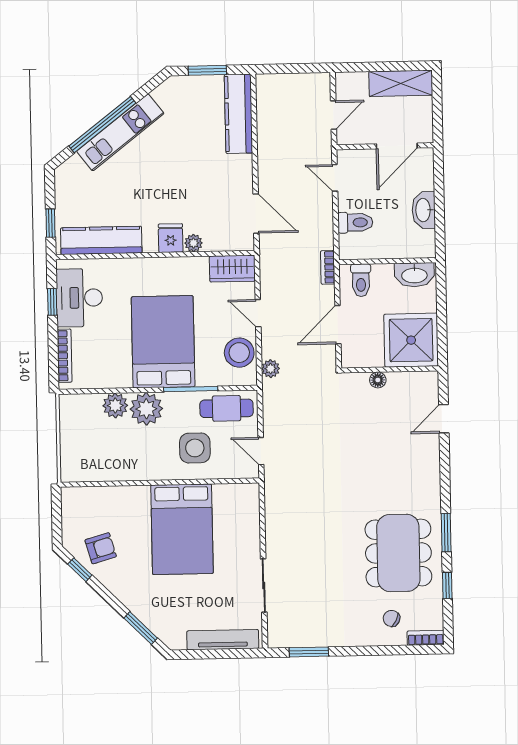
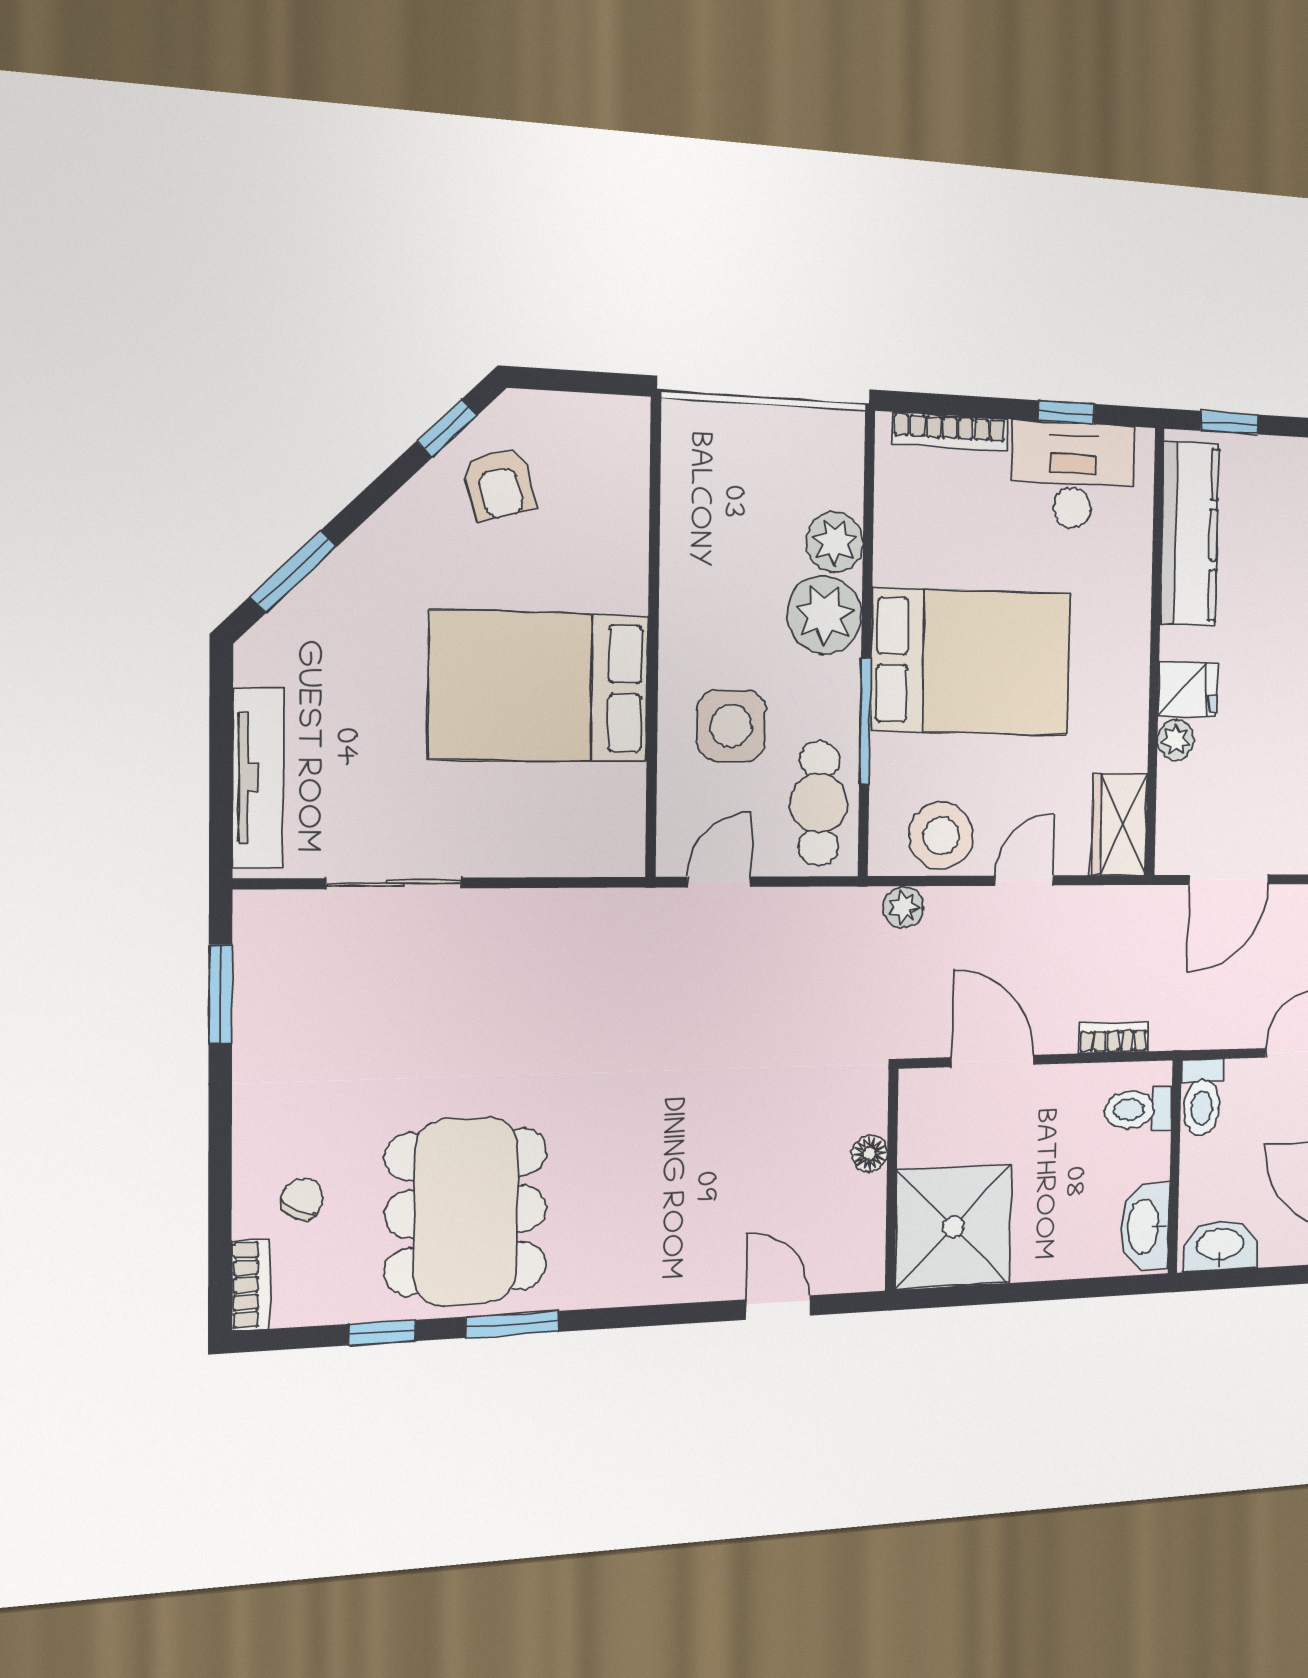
wall: (387, 261) -> (1175, 1167), moved
washbasin: (414, 275) -> (1144, 1227), moved
toilet: (361, 280) -> (1138, 1109), moved
dining table: (398, 553) -> (466, 1212), turned 90

